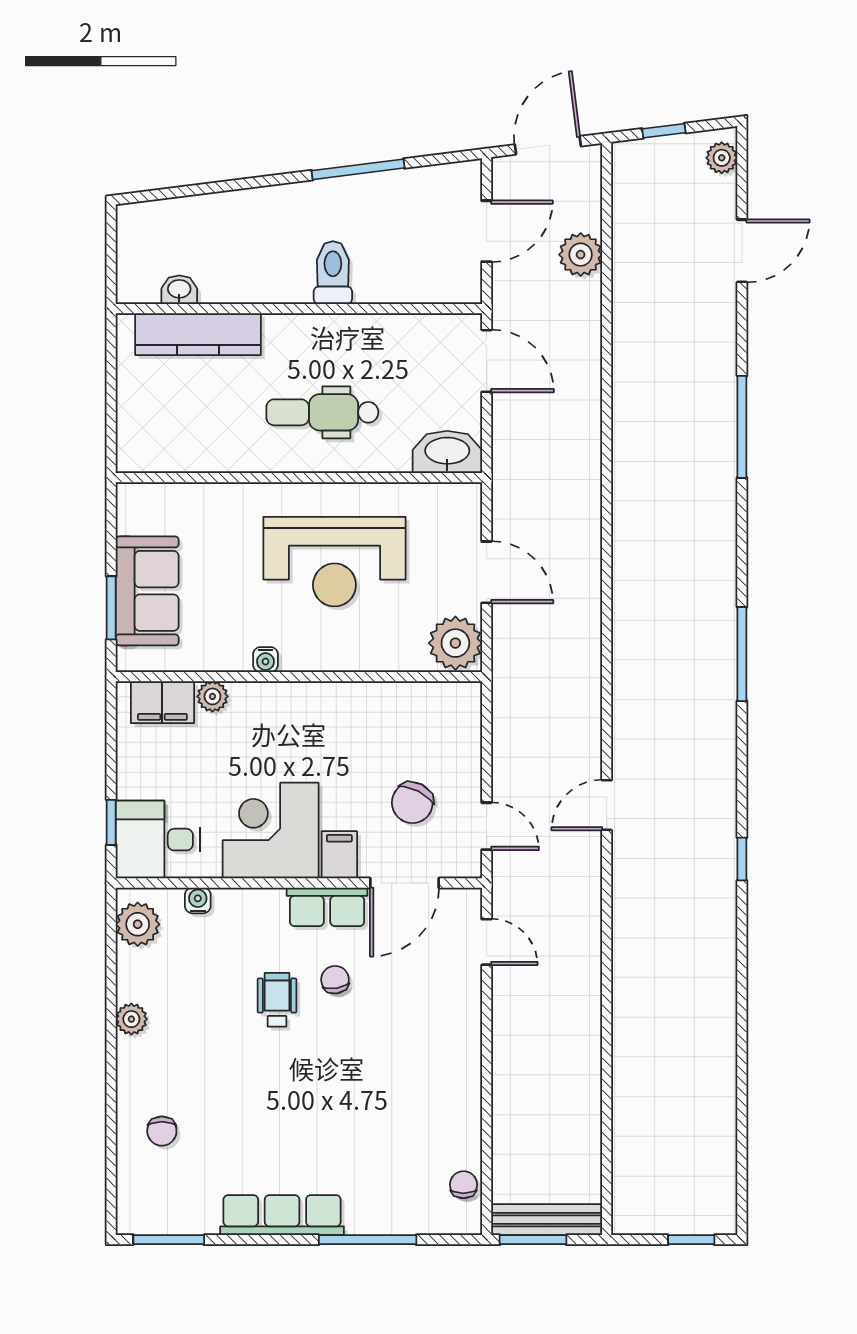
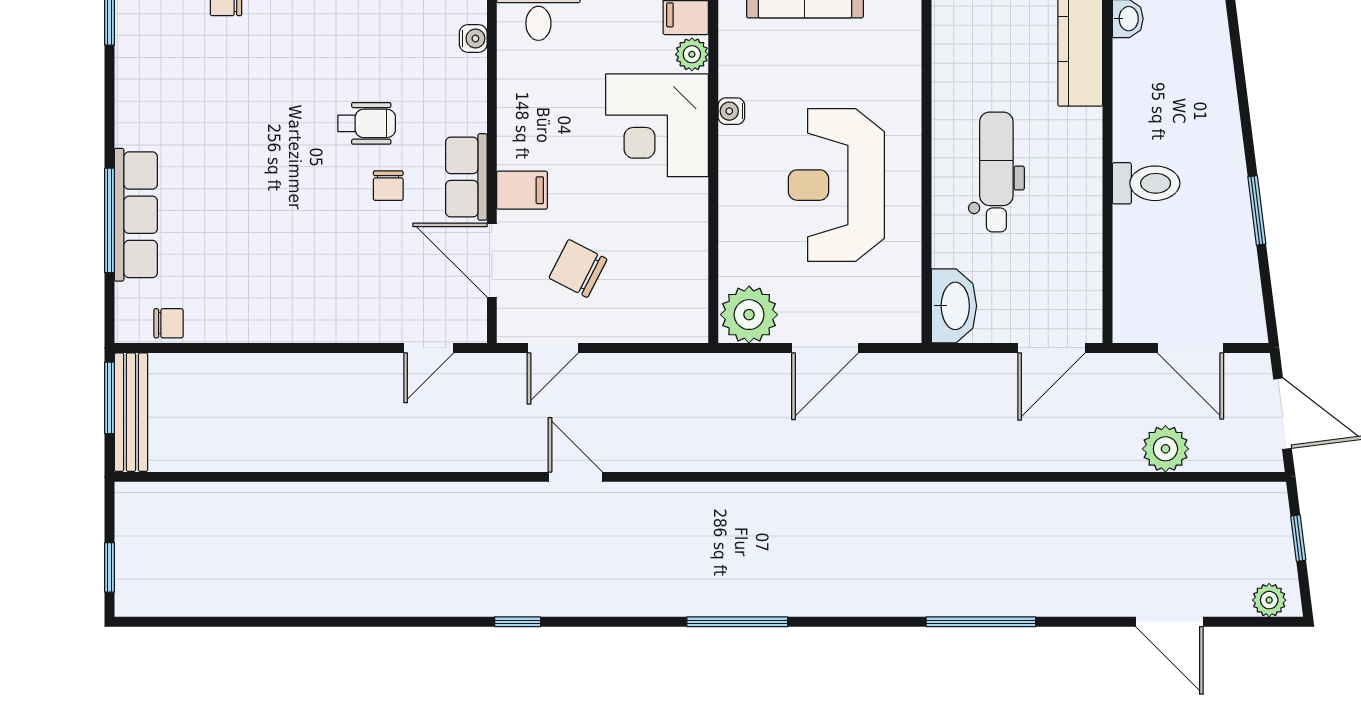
window: (358, 169) -> (1257, 210), width x0.69
corner desk: (271, 831) -> (657, 125), moved, turned 180
chair: (335, 980) -> (388, 186), turned 99
row of seats: (282, 1215) -> (136, 215), moved

